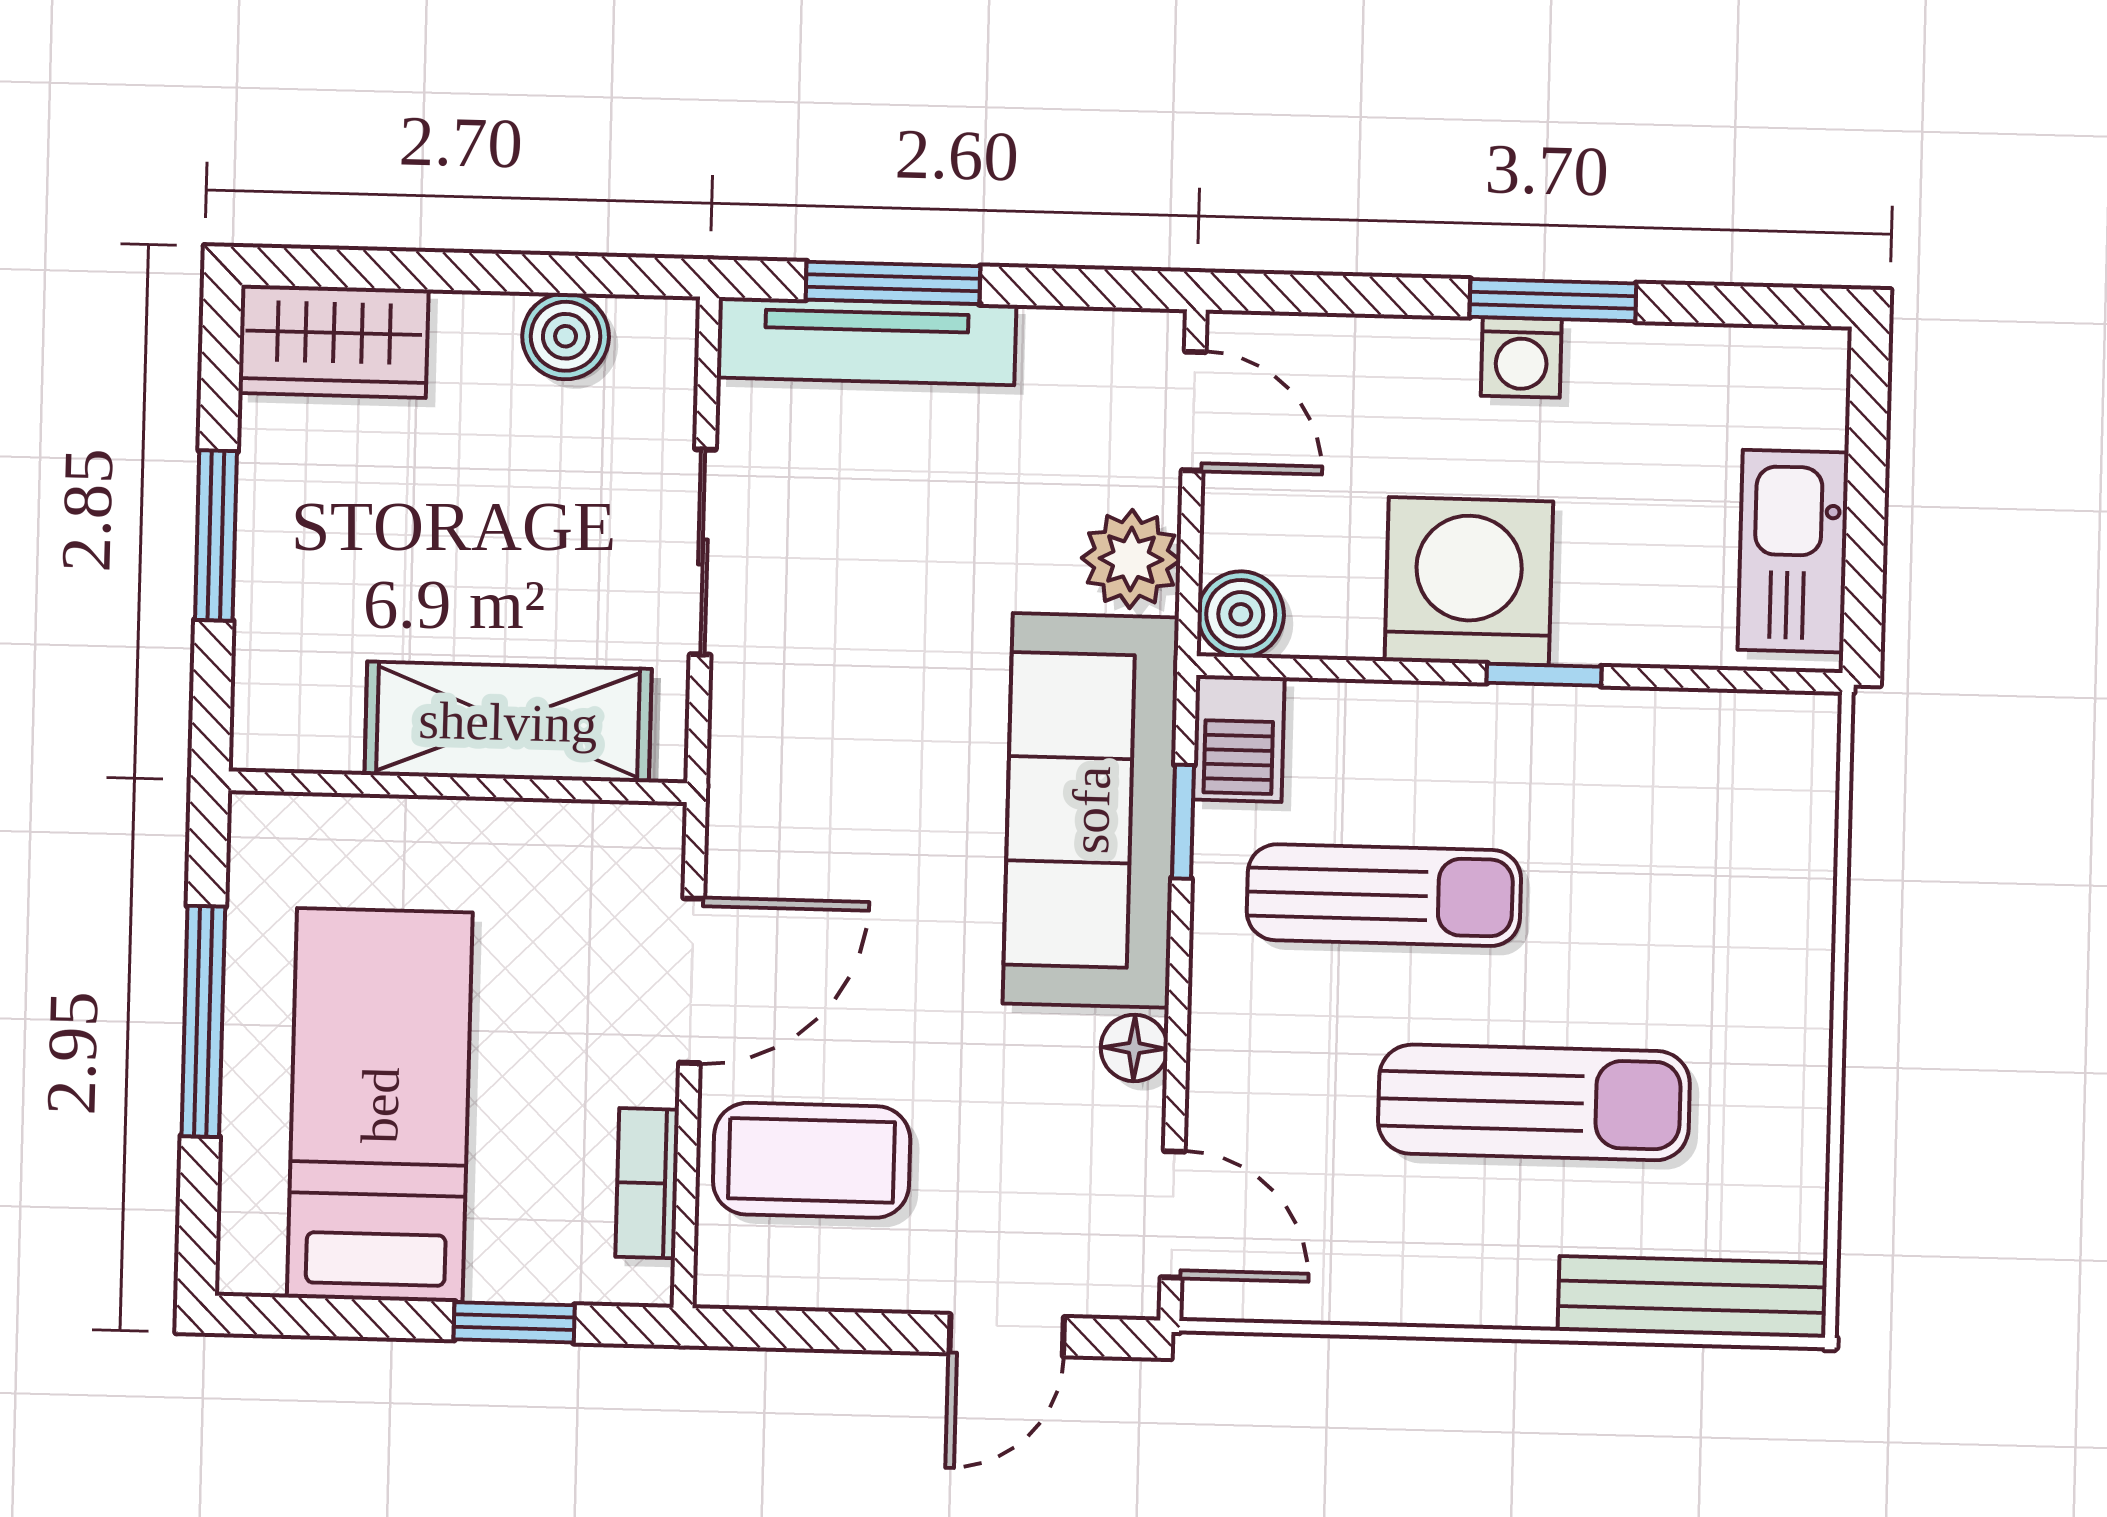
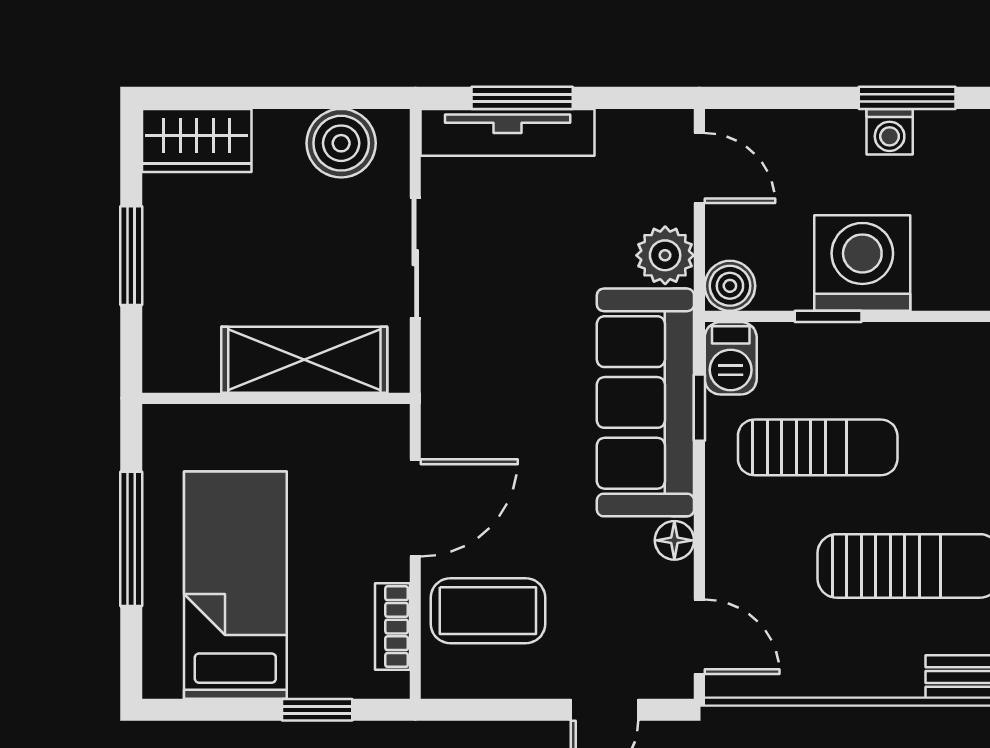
boiler: (566, 336) -> (341, 143), width x1.36, depth x1.36
window: (1544, 675) -> (828, 316), moved

